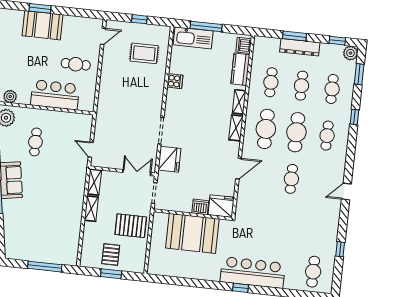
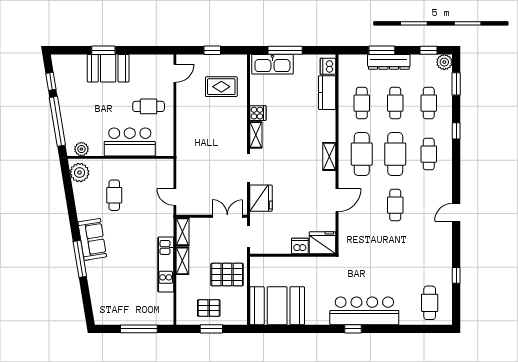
shelving: (239, 102) -> (256, 135), moved
kitchen unit: (76, 210) -> (166, 265), added
booth: (192, 233) -> (277, 306), moved
pallet: (111, 254) -> (209, 308), turned 90

